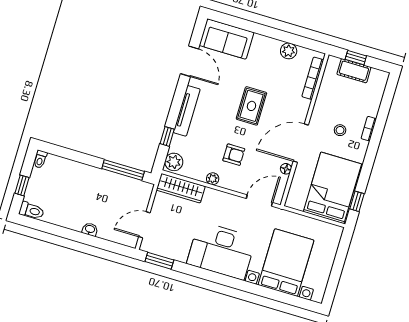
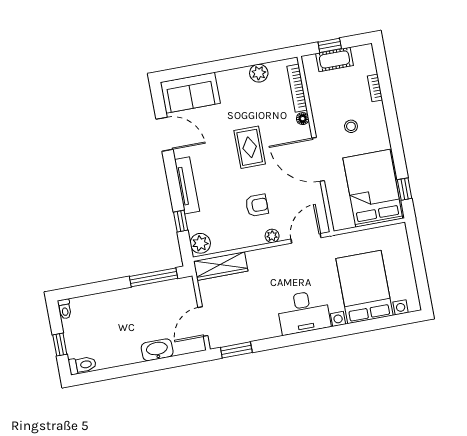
bookcase: (369, 129) -> (375, 88), moved
door: (301, 143) -> (318, 159), hinge flipped
floor lamp: (286, 169) -> (303, 119), moved
plant: (213, 179) -> (272, 236), moved
washbasin: (90, 229) -> (157, 350), width x1.91, depth x1.45
desk: (221, 251) -> (304, 312), width x0.73, depth x0.77

